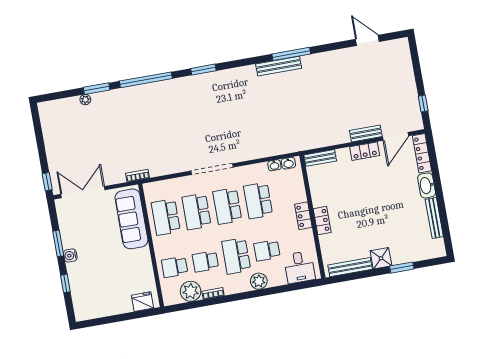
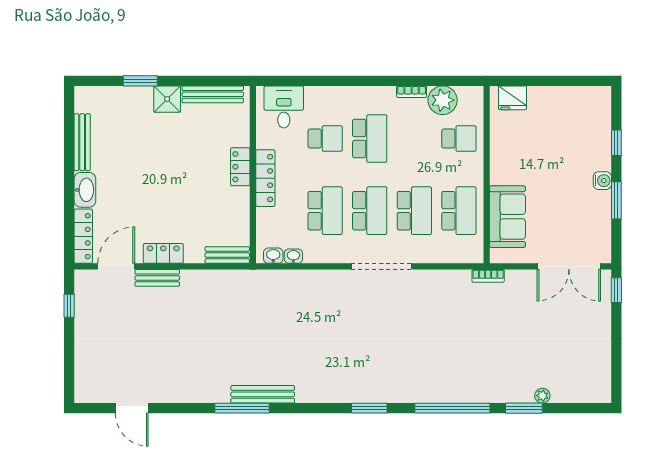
locker: (303, 216) -> (265, 178), width x1.53
sofa: (131, 219) -> (507, 217), width x0.73
school desk: (205, 261) -> (414, 139), removed
plant: (259, 281) -> (344, 97), removed

